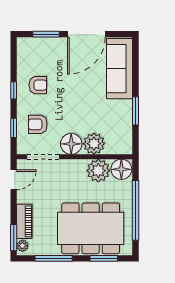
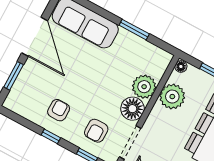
floor lamp: (121, 169) -> (181, 67), width x0.53, depth x0.53

